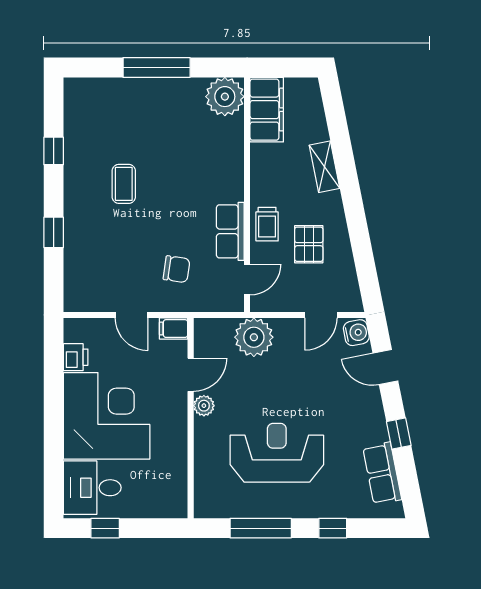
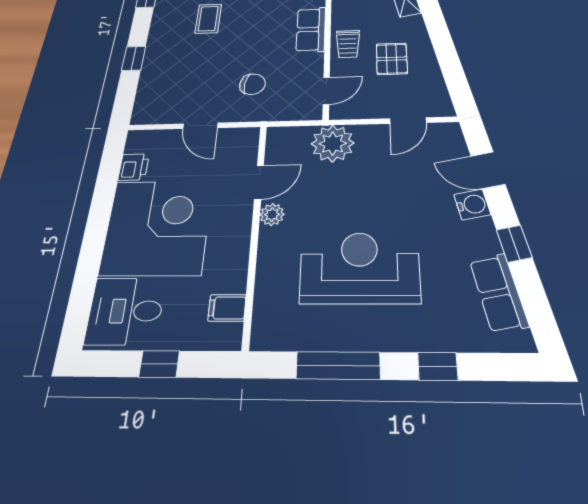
row of seats: (230, 231) -> (311, 30), moved
filing cabinet: (174, 329) -> (227, 308), moved
water cooler: (356, 333) -> (472, 204), moved
window: (105, 528) -> (159, 364), moved

